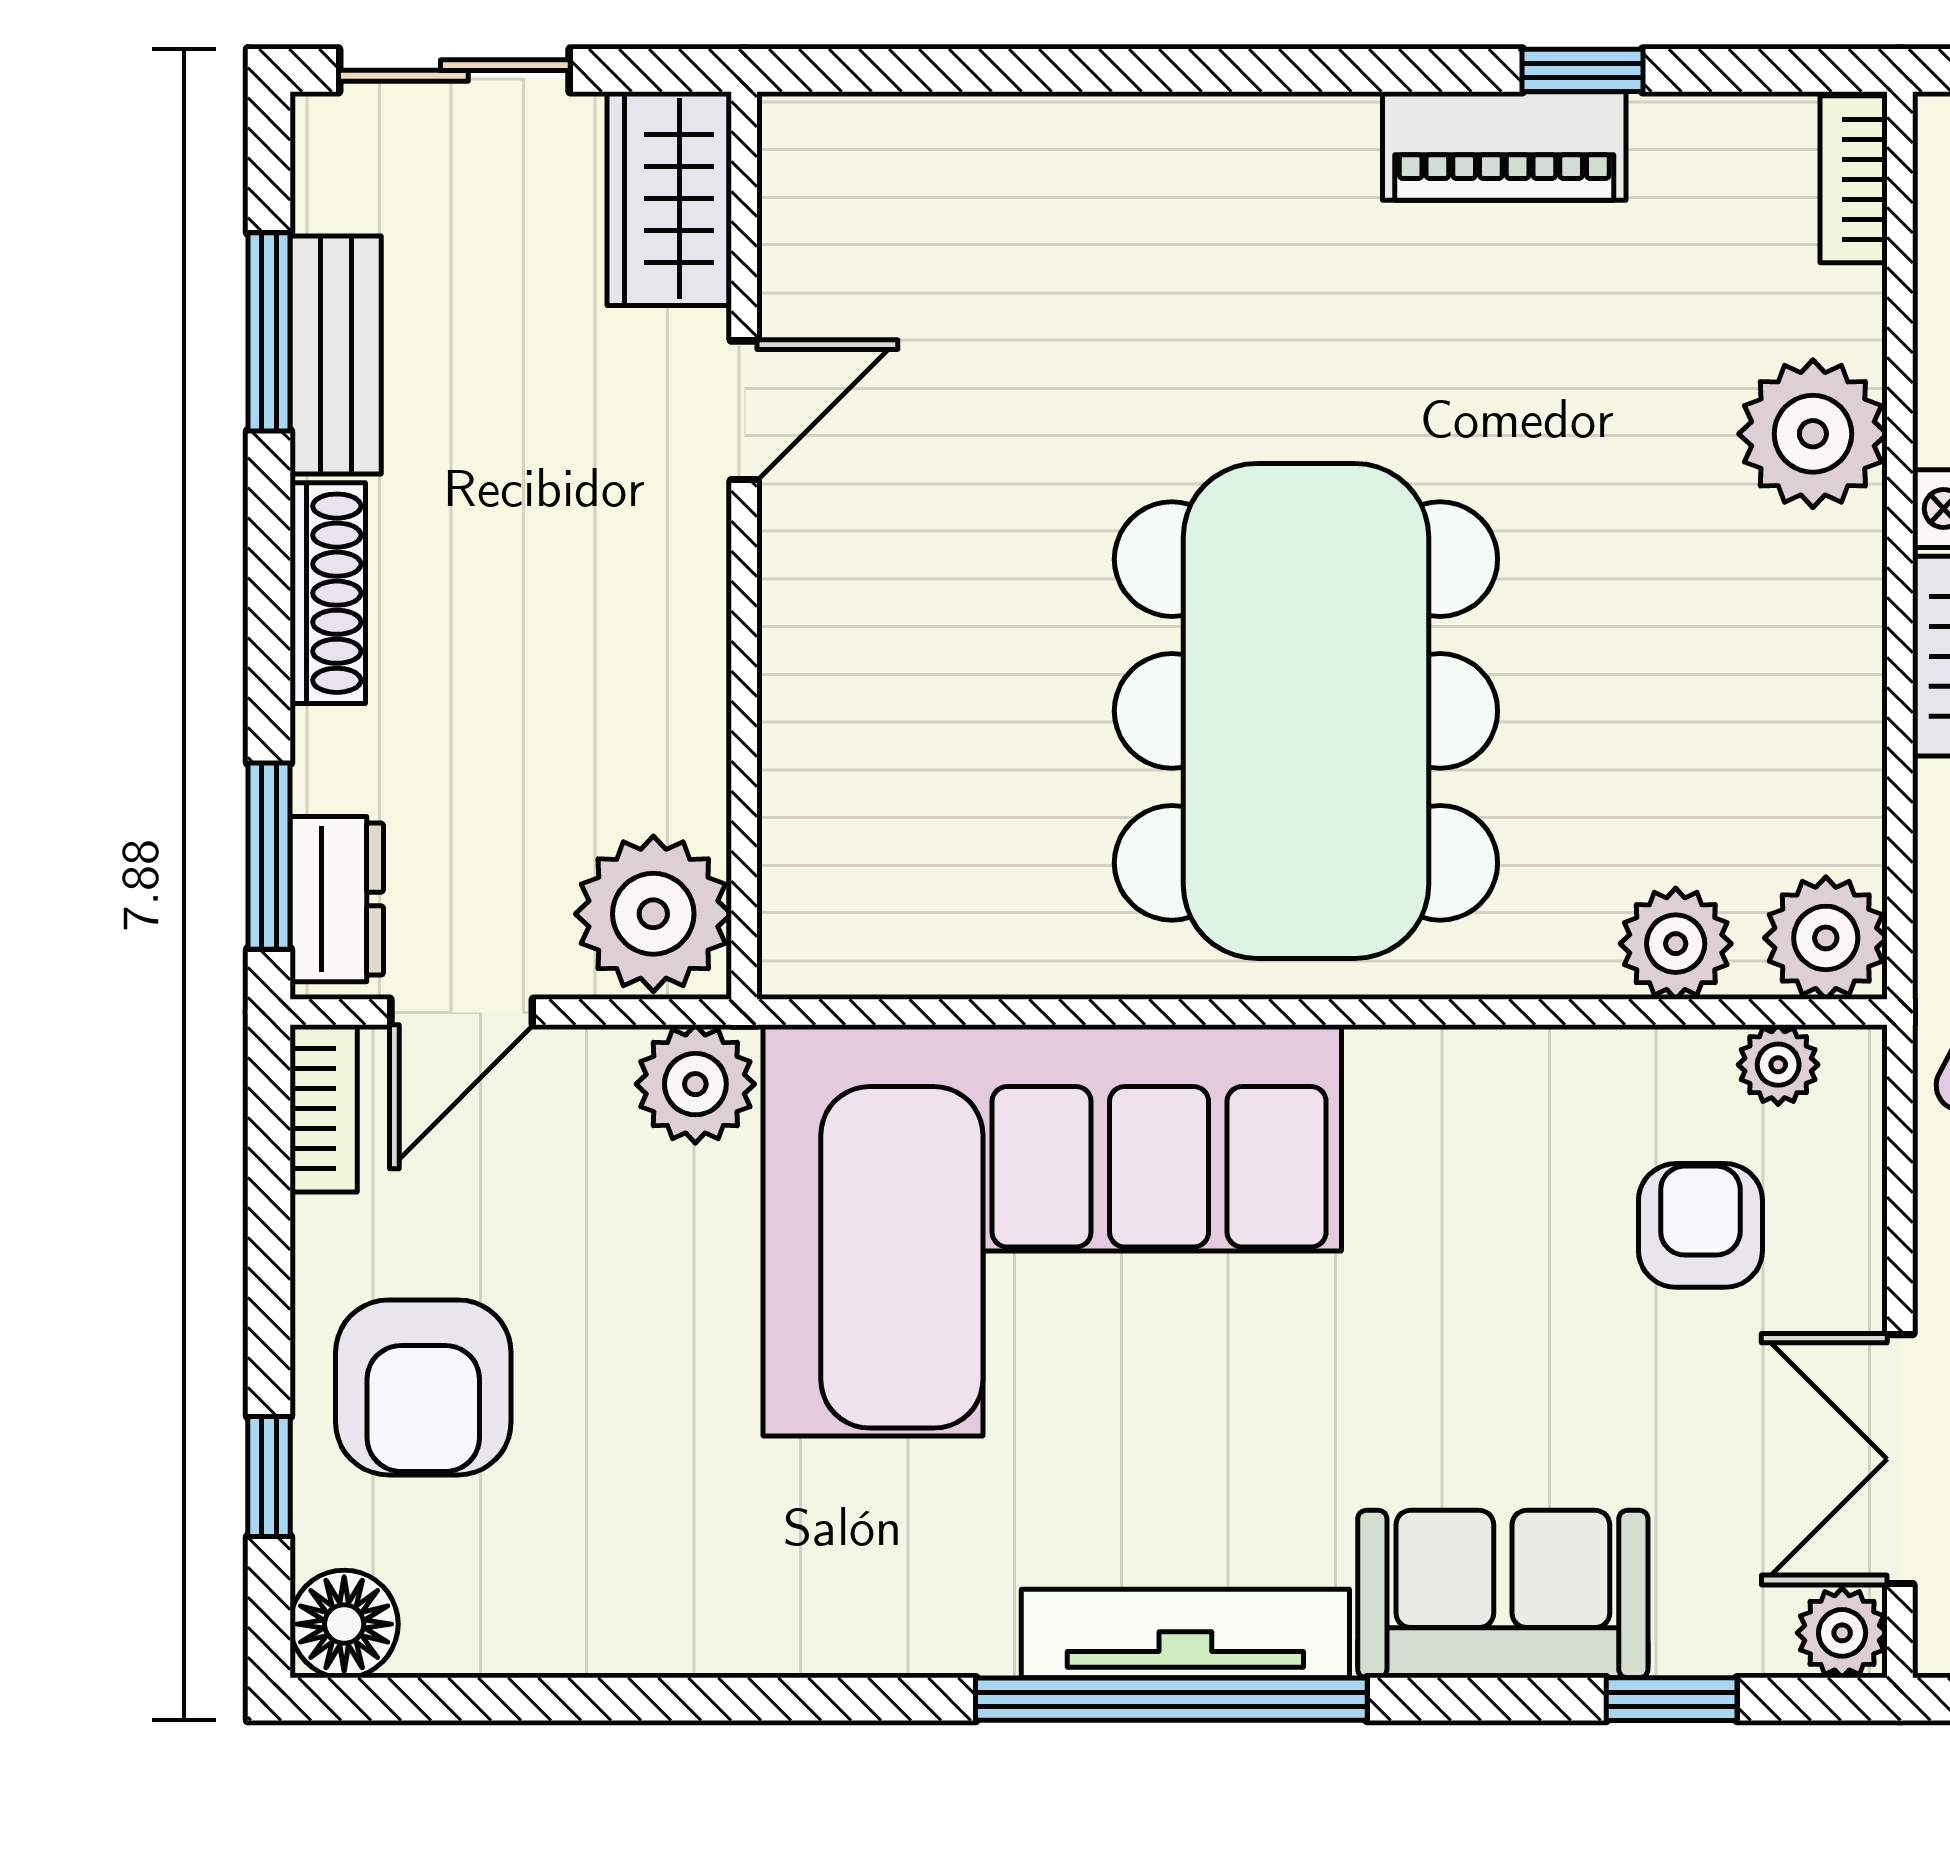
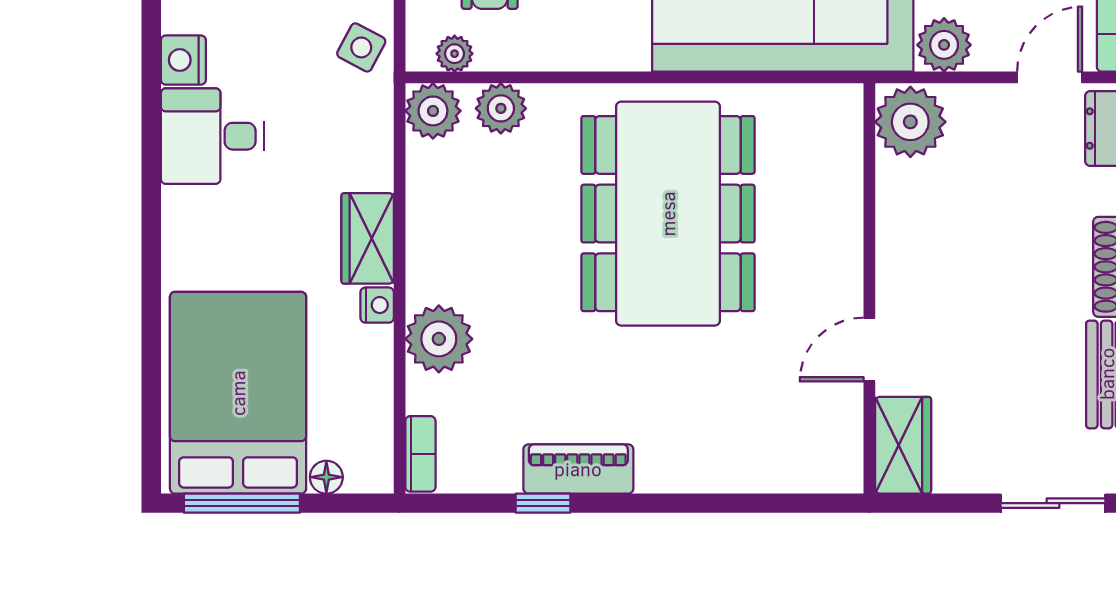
wardrobe: (669, 199) -> (903, 445), moved
door: (744, 410) -> (869, 350), moved
wall: (744, 545) -> (869, 288), moved
plant: (653, 914) -> (910, 122), moved

